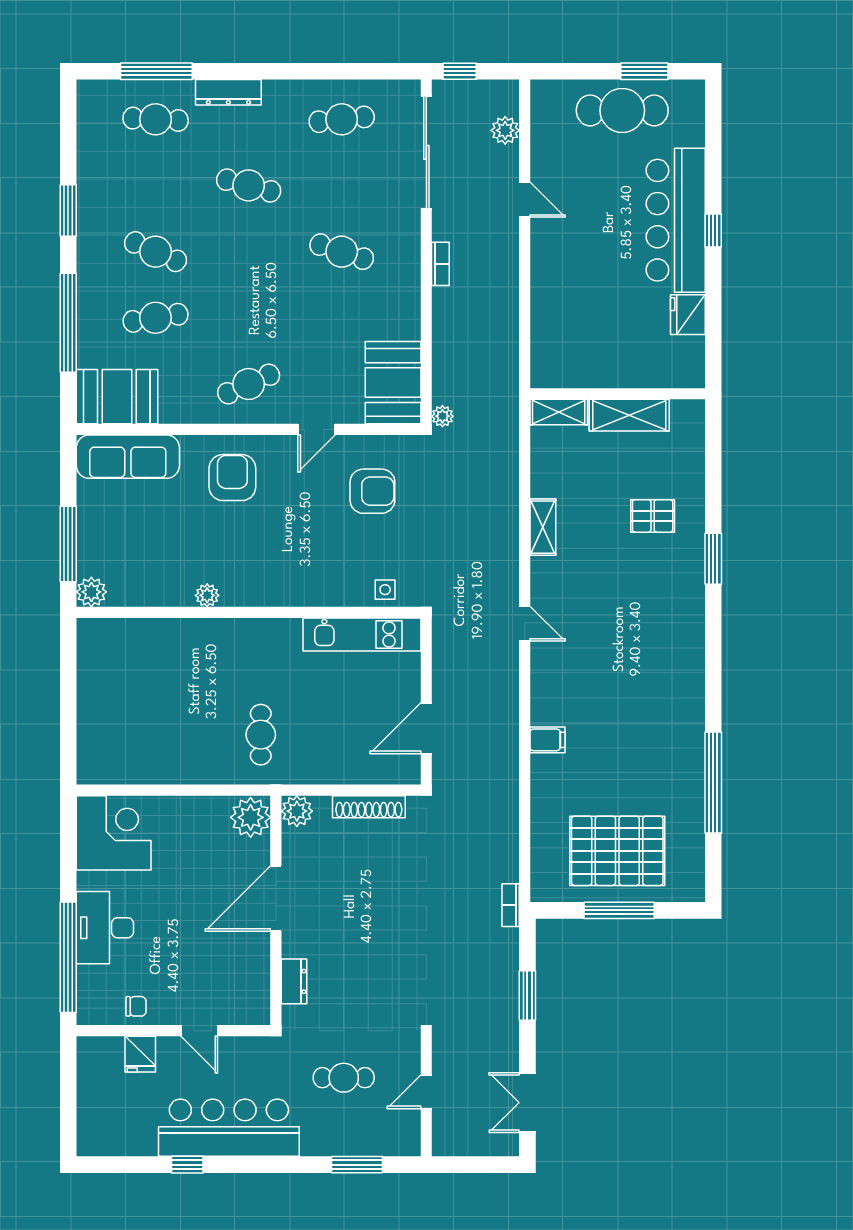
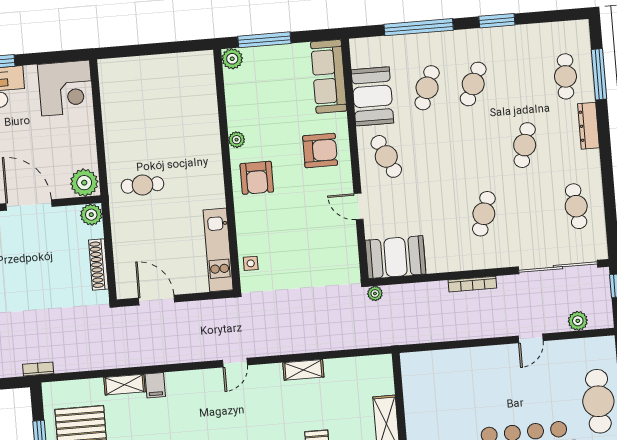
bookcase: (440, 264) -> (472, 284), width x1.56
cafe table: (156, 318) -> (427, 88), turned 30
booth: (117, 397) -> (372, 96), moved
shelving: (559, 412) -> (125, 385), moved, turned 90
armchair: (372, 491) -> (257, 178), moved

